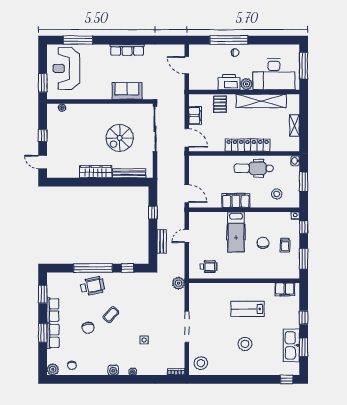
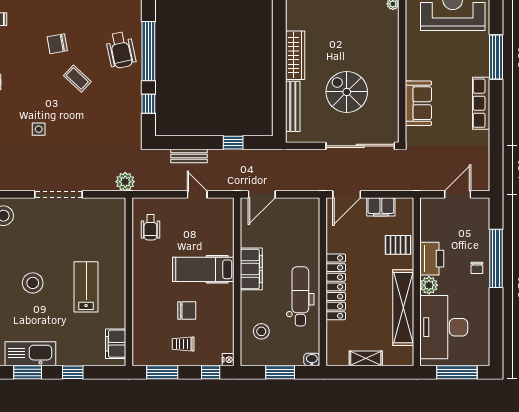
window: (78, 40) -> (496, 57), moved

